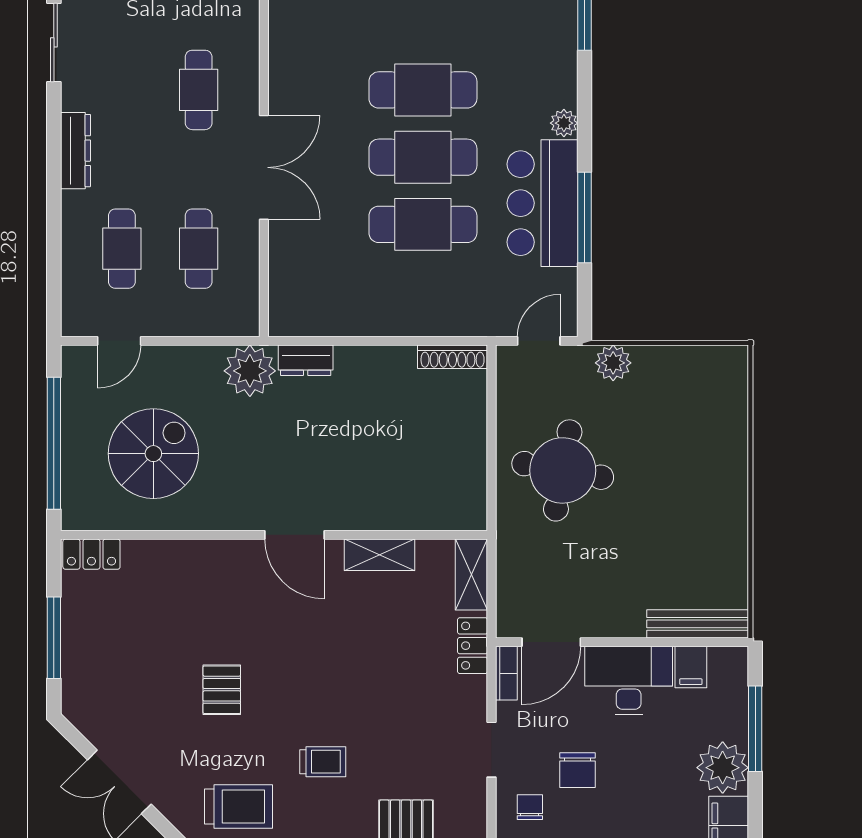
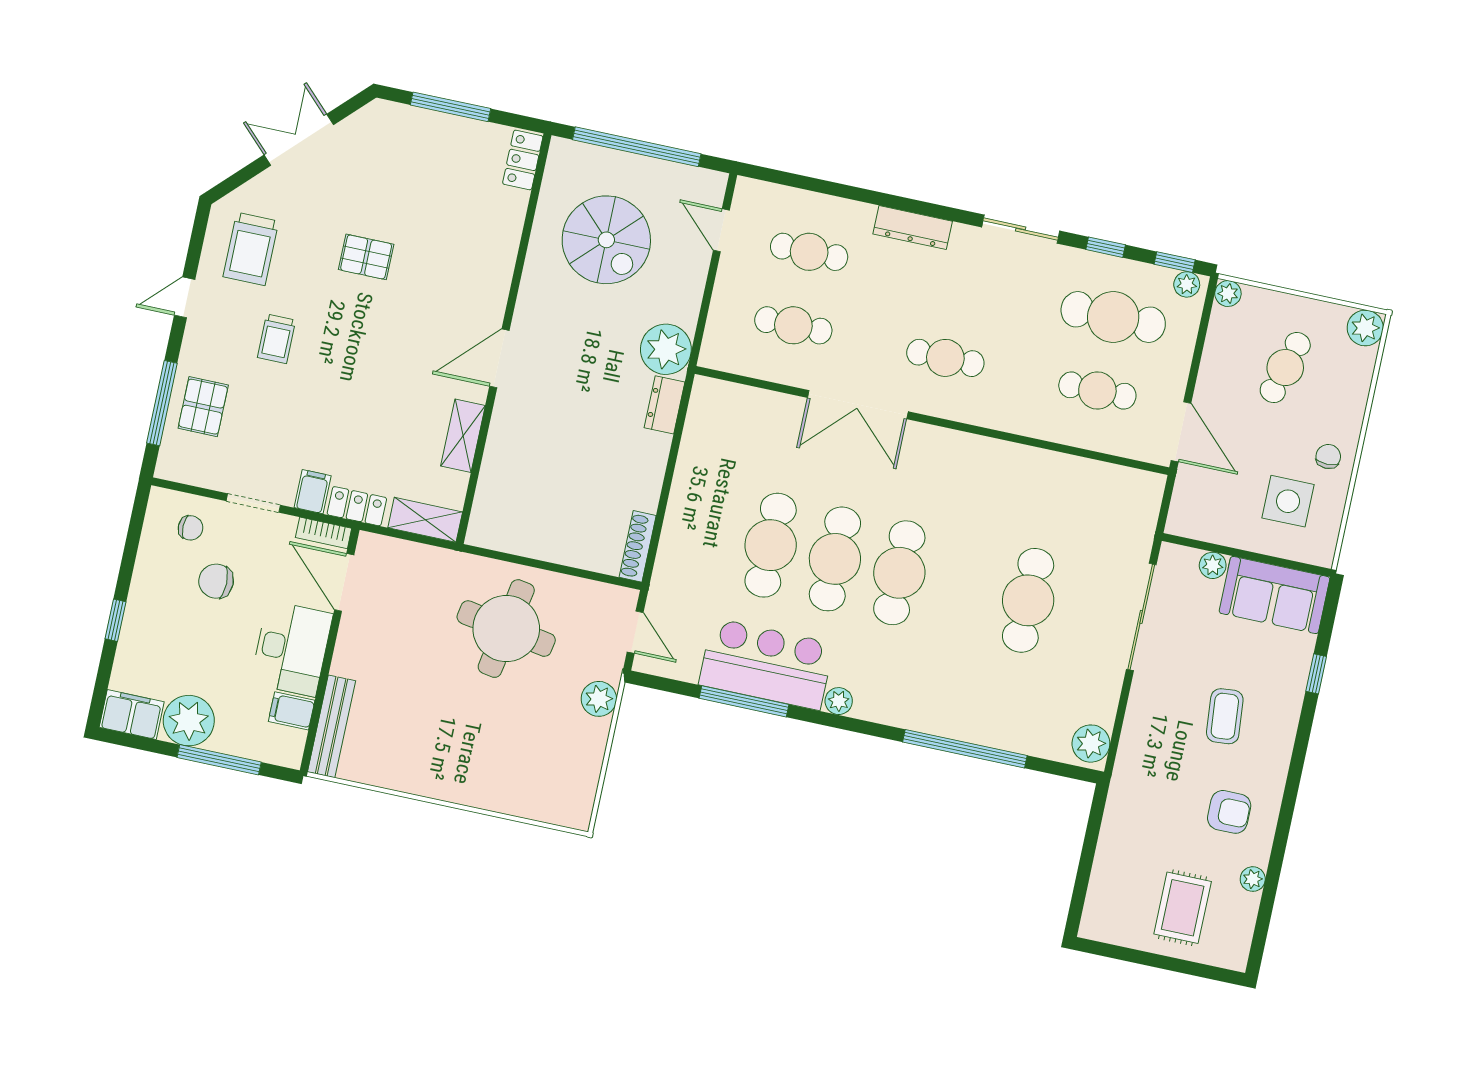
filing cabinet: (467, 693) -> (313, 492), added

